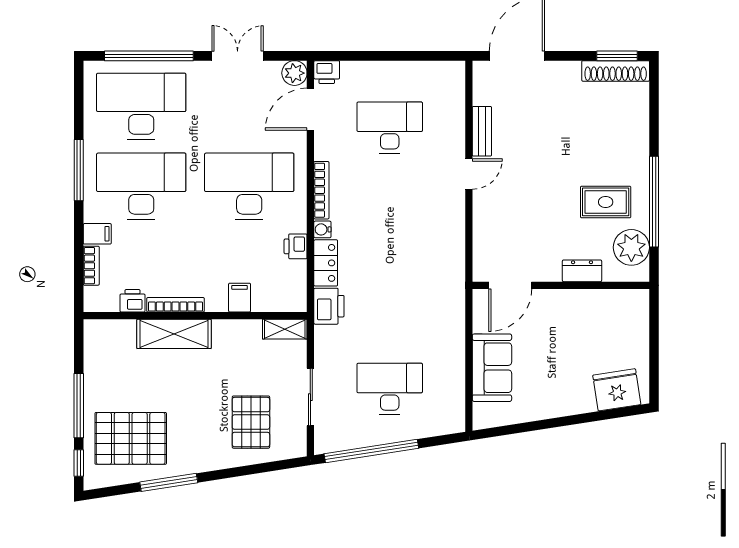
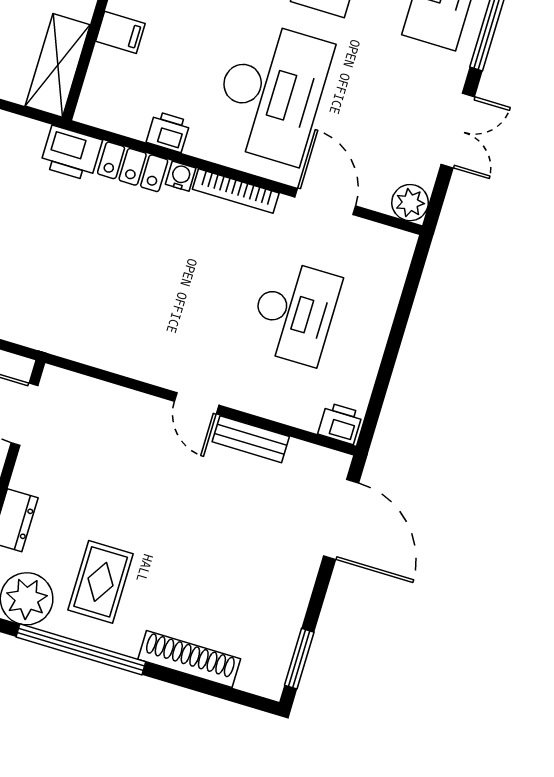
shoe rack: (616, 71) -> (189, 659), moved, turned 90
printer: (327, 72) -> (340, 423), moved, turned 90
door: (310, 109) -> (325, 201), moved
shelving: (285, 329) -> (58, 65), width x1.50, depth x1.33

